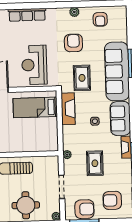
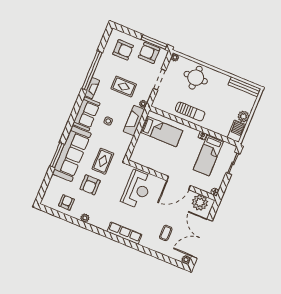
armchair: (73, 43) -> (90, 185), moved
bed: (35, 107) -> (161, 131), moved
fireplace: (68, 109) -> (134, 121), moved
rug: (95, 163) -> (124, 87), turned 90

